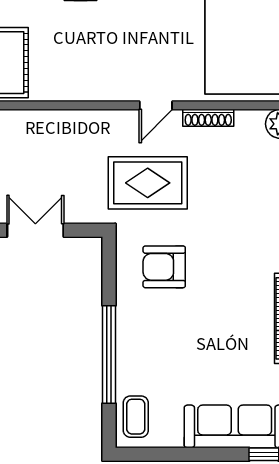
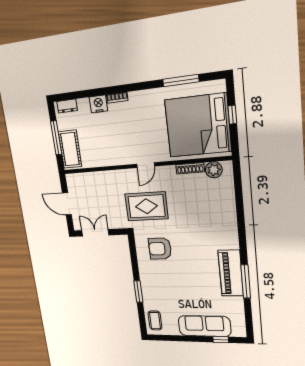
shoe rack: (208, 118) -> (190, 168), moved
window: (109, 355) -> (138, 291), width x0.47

